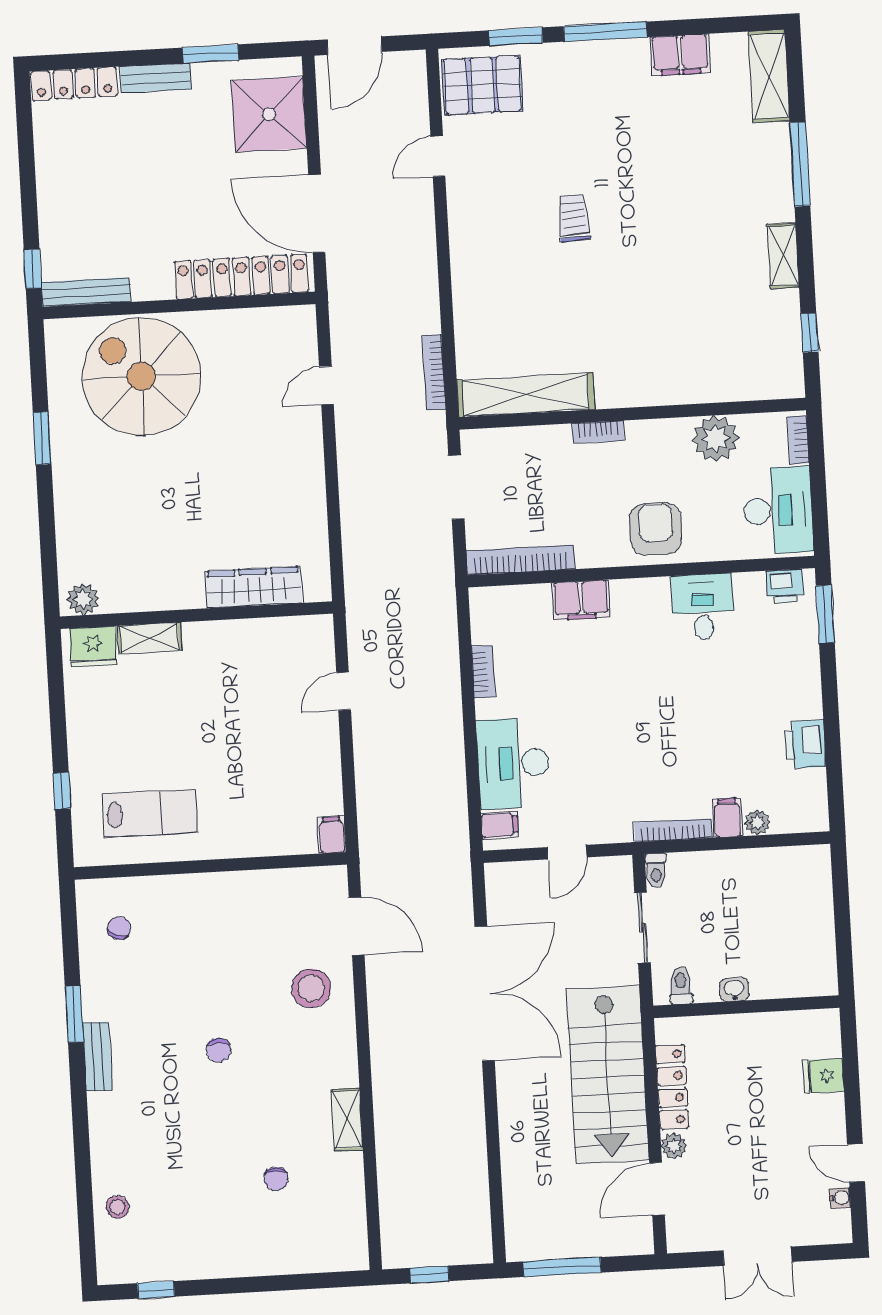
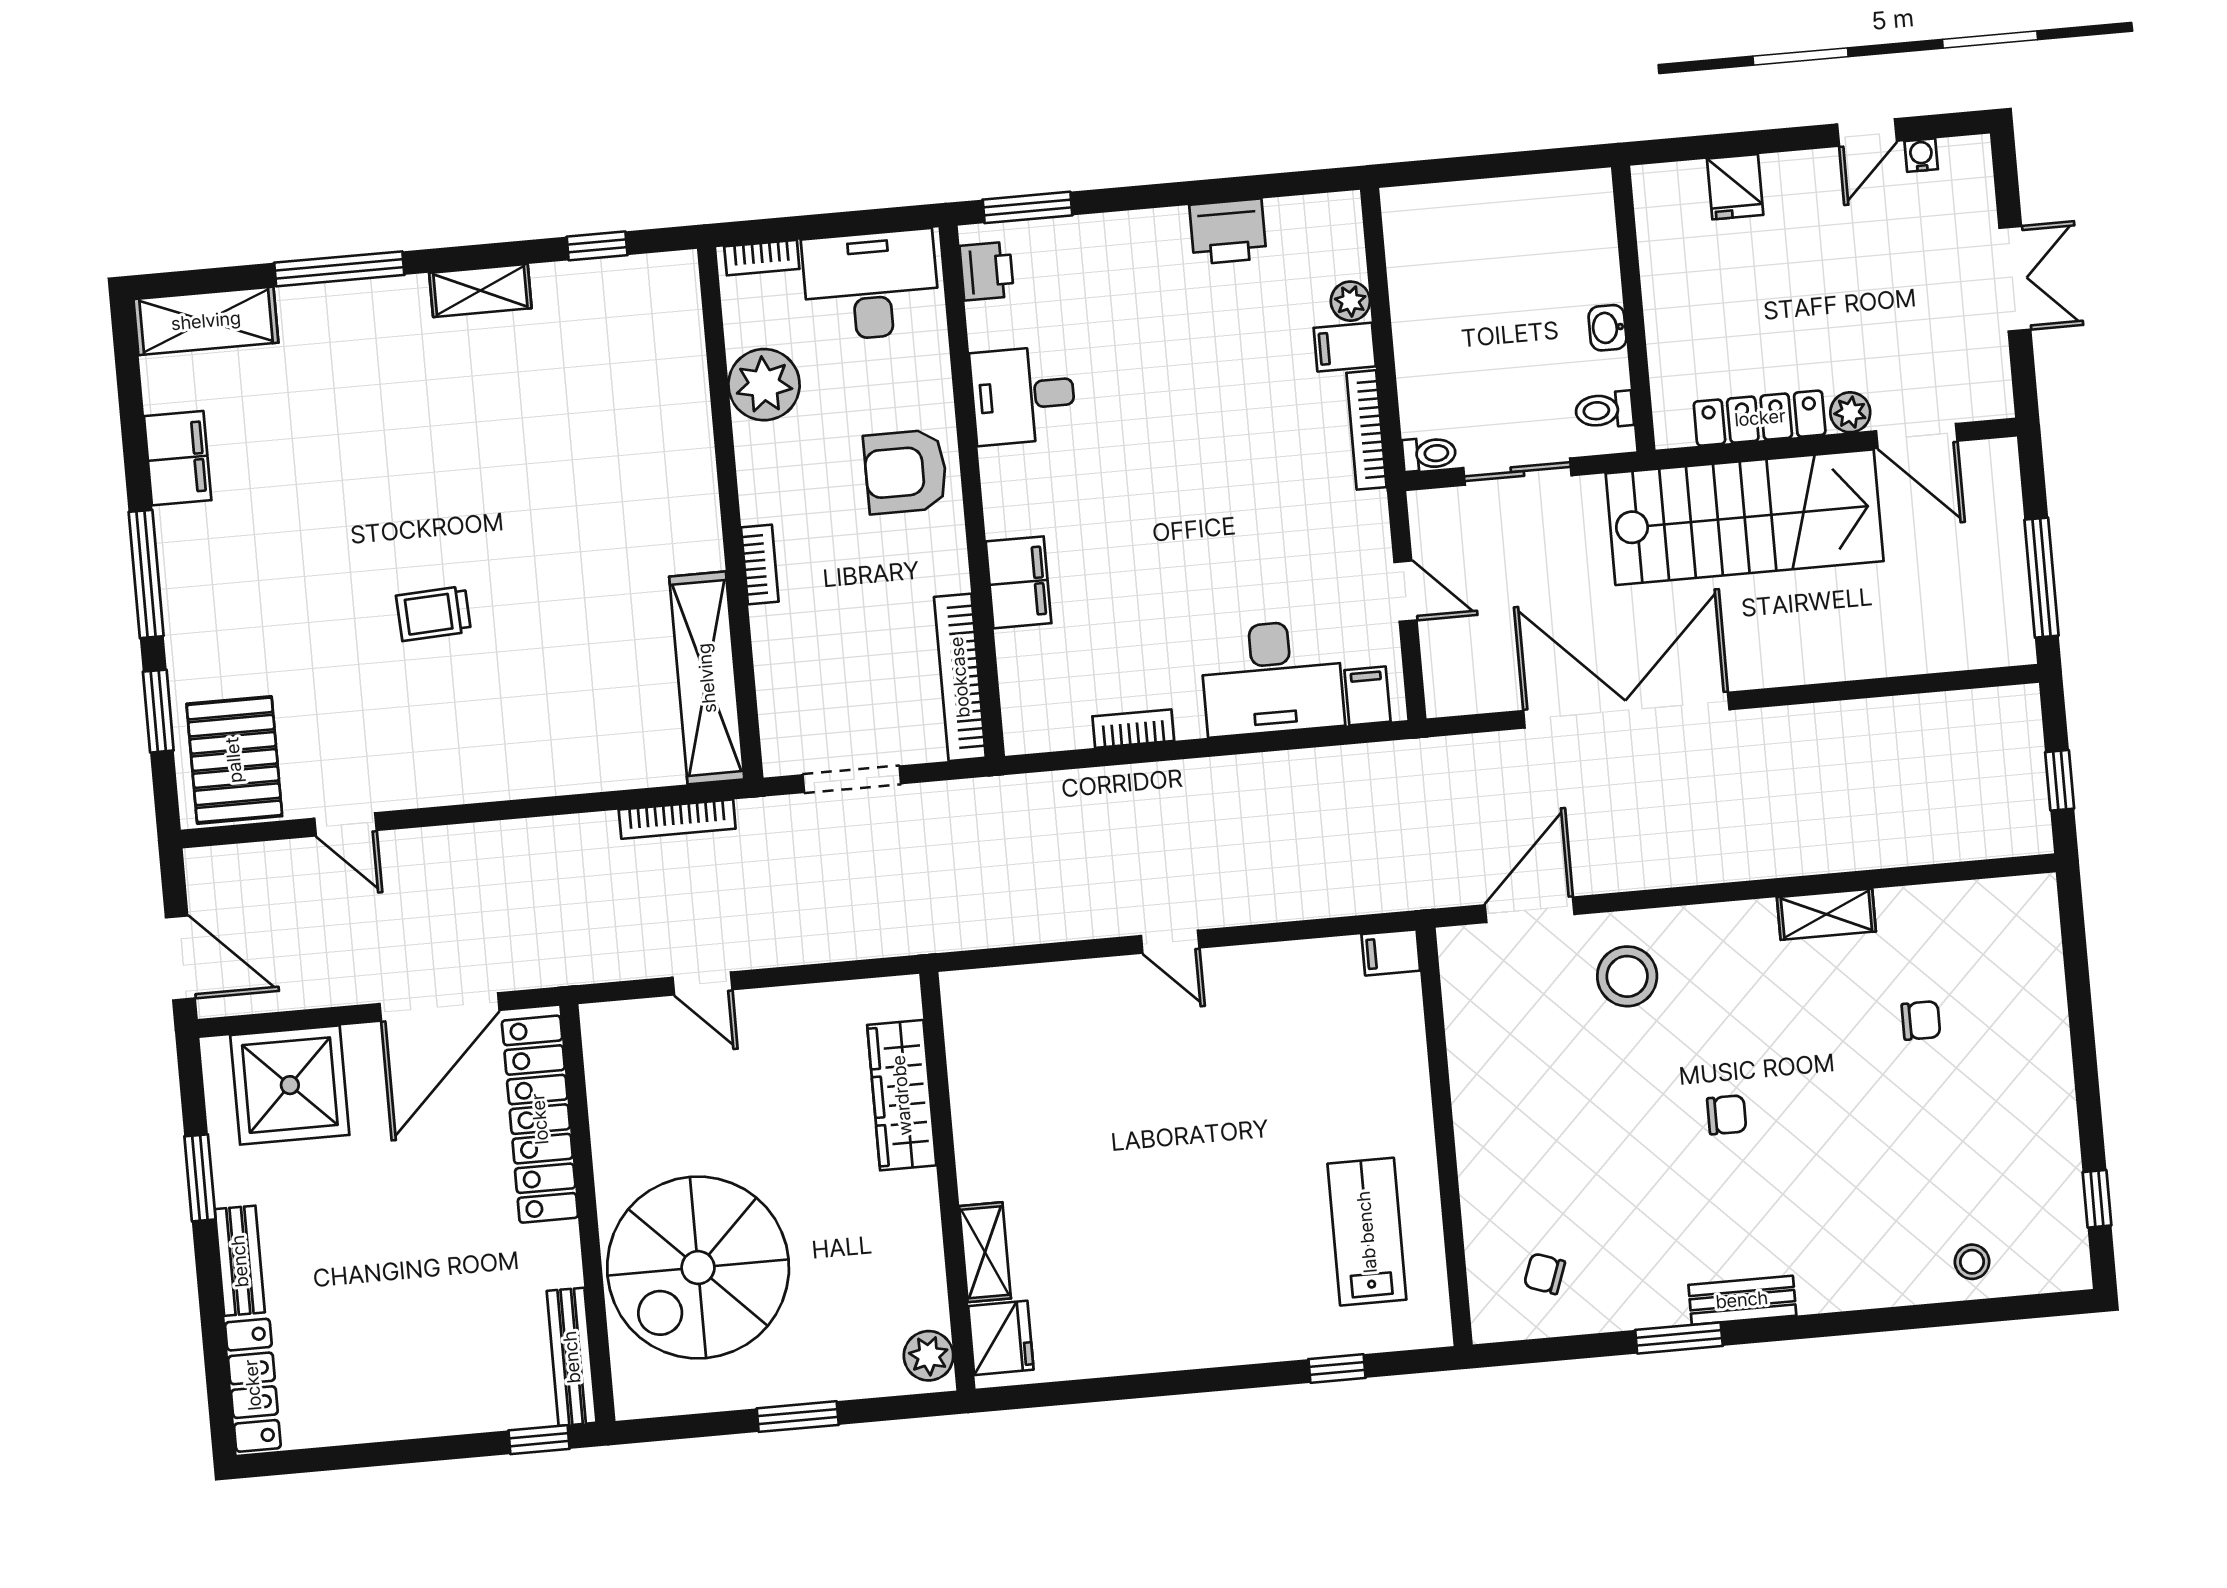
wardrobe: (253, 587) -> (902, 1095), moved
plant: (83, 599) -> (929, 1356), moved
wall: (196, 615) -> (947, 1181), moved
shelving: (149, 638) -> (985, 1252), moved
fridge: (93, 647) -> (1001, 1338), moved

